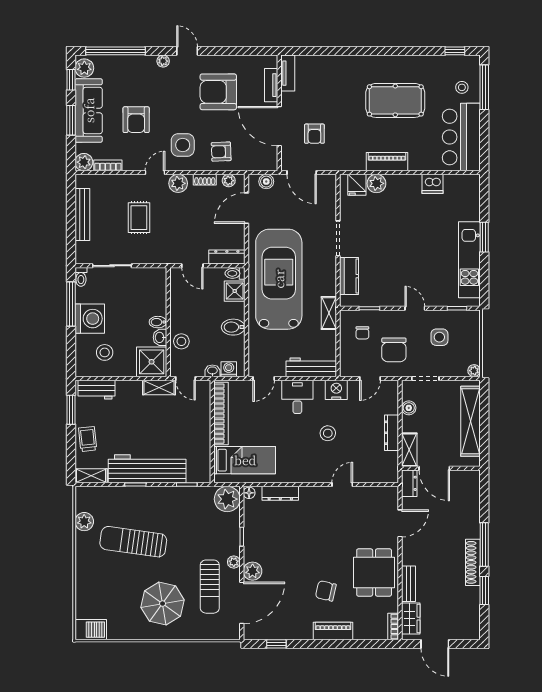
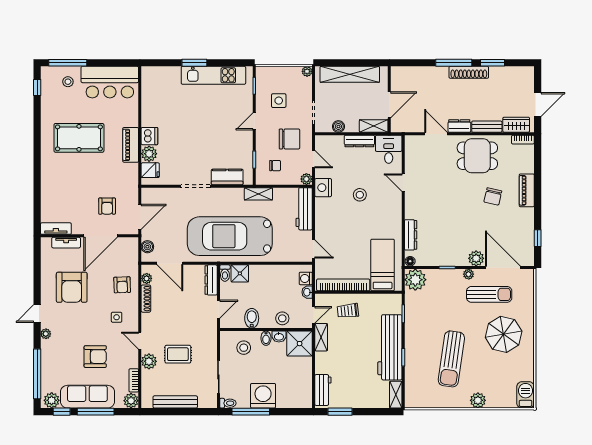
pool table: (395, 100) -> (79, 138), turned 90
window: (71, 120) -> (96, 412), width x1.44
armchair: (314, 134) -> (107, 206), turned 90
side table: (183, 145) -> (117, 317), width x0.54, depth x0.54
shoe rack: (205, 180) -> (146, 299), width x1.43
plant: (178, 183) -> (149, 361), moved
dishwasher: (433, 184) -> (149, 136), moved
bidet: (233, 327) -> (252, 318), moved, turned 180
stool: (105, 352) -> (244, 348), moved
plant: (346, 370) -> (306, 179), added
desk: (297, 397) -> (389, 149), moved, turned 90
trolley: (88, 439) -> (348, 311), moved
dresser: (409, 483) -> (459, 126), moved
plant: (84, 522) -> (478, 400), moved

